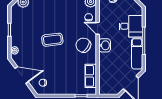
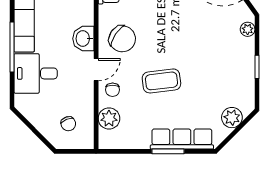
door: (98, 28) -> (96, 70), hinge flipped
coffee table: (52, 40) -> (161, 81), moved

